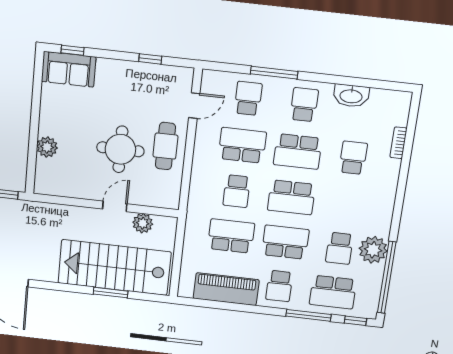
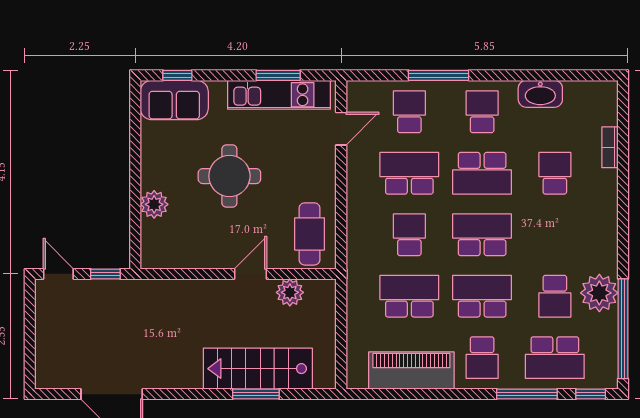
window: (150, 59) -> (278, 75), width x1.50
kitchen unit: (149, 74) -> (279, 95), added
cafe table: (165, 146) -> (310, 234), moved
round table: (120, 149) -> (229, 176), moved
school desk: (237, 191) -> (409, 235), turned 180
school desk: (291, 197) -> (482, 235), turned 180
stairs: (114, 268) -> (258, 369), width x0.73, depth x0.66

